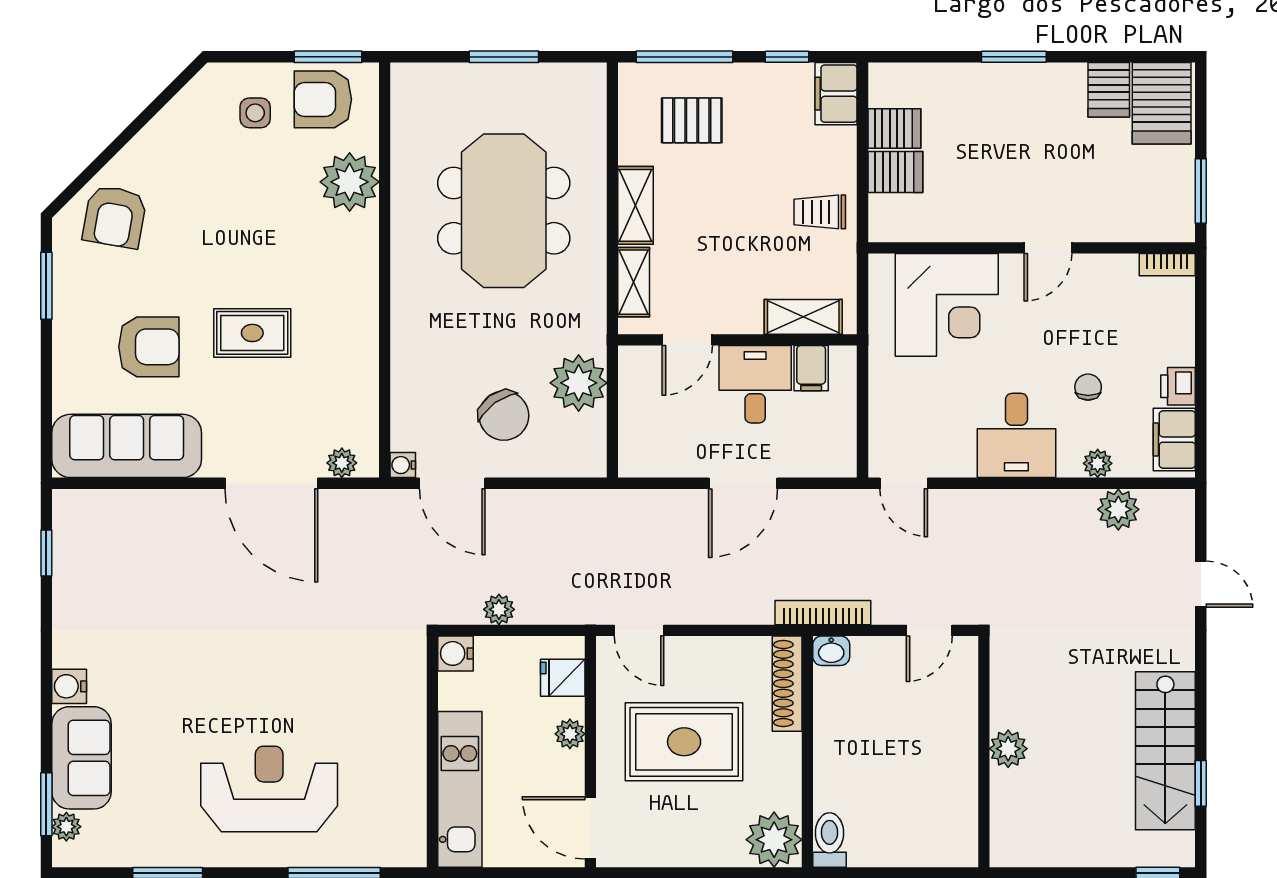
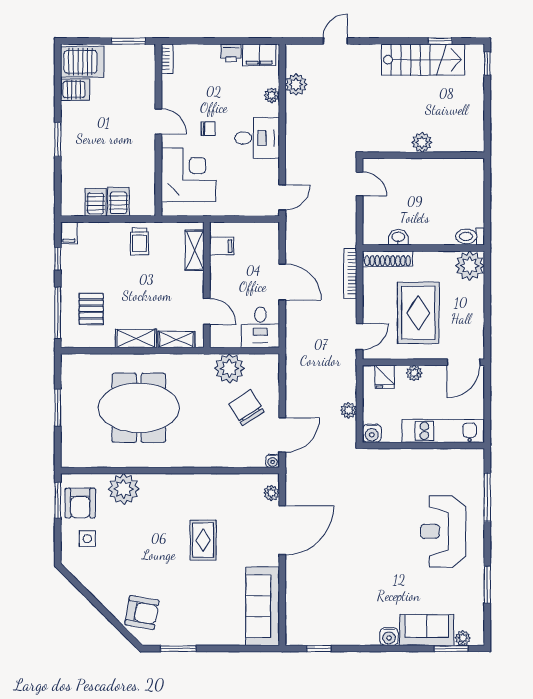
filing cabinet: (836, 94) -> (69, 233), width x0.50
armchair: (149, 347) -> (210, 595), removed
desk: (755, 384) -> (260, 327), moved, turned -90
chair: (1088, 387) -> (208, 129), moved, turned 180
chair: (504, 416) -> (247, 408), turned -87
bookcase: (823, 613) -> (350, 273), moved
washbasin: (831, 651) -> (398, 237), moved, turned -90

